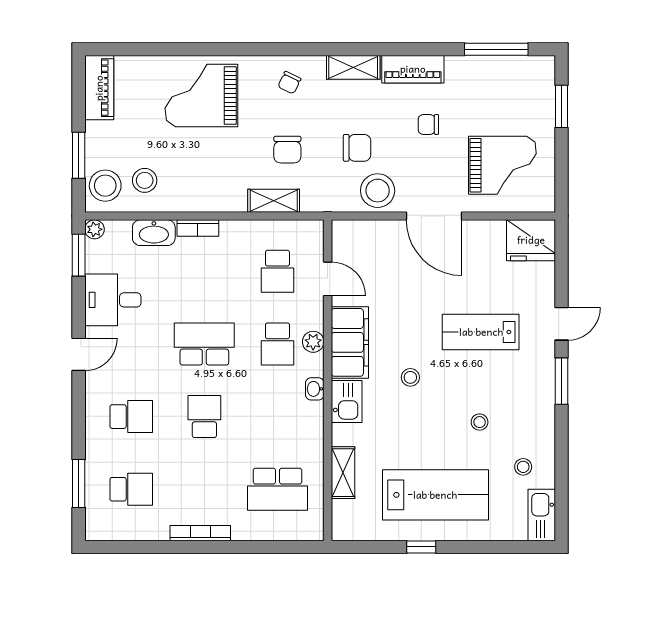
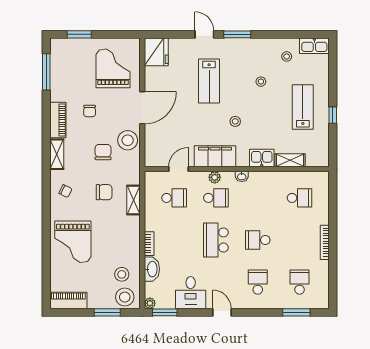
kitchen sink: (347, 401) -> (262, 158), moved
school desk: (277, 489) -> (300, 198), width x0.54
lab bench: (435, 495) -> (303, 107), width x0.73, depth x0.72

